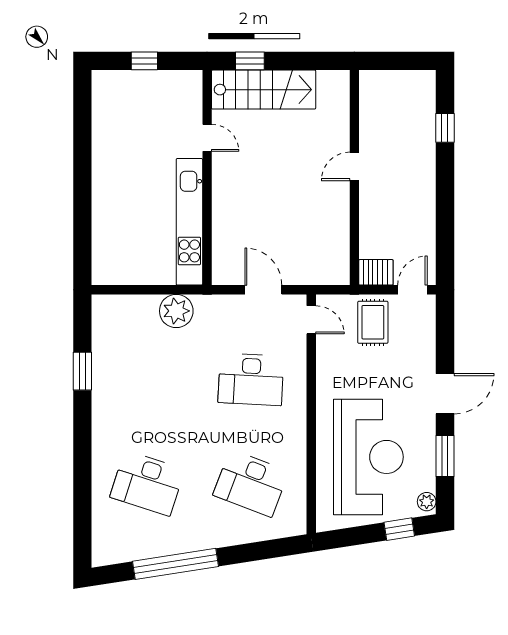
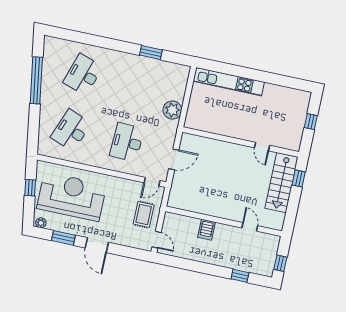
window: (407, 61) -> (280, 263), added
door: (207, 138) -> (262, 147), hinge flipped
door: (354, 166) -> (250, 227), moved
kitchen unit: (189, 222) -> (229, 82), moved, turned 180
server rack: (376, 272) -> (207, 230), moved
rug: (373, 322) -> (144, 215), turned 90
reception desk: (368, 457) -> (72, 197), turned 180
window: (399, 529) -> (30, 188), moved

